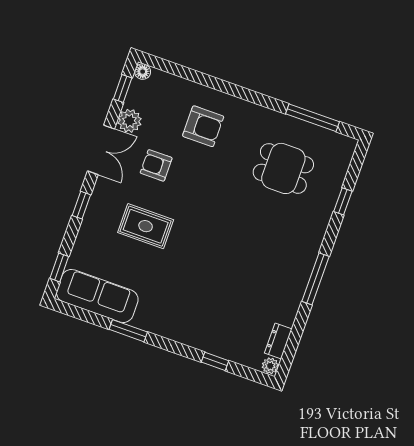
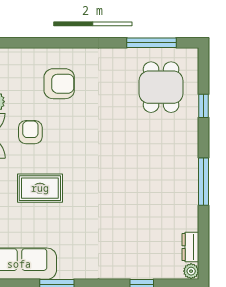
armchair: (156, 165) -> (30, 132), turned 90
dining table: (283, 168) -> (161, 87), moved, turned 90

